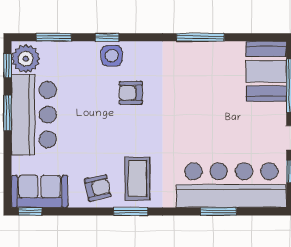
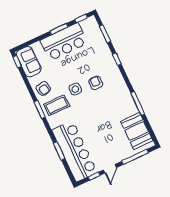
side table: (112, 56) -> (75, 89), moved
plant: (26, 59) -> (89, 25), removed
booth: (266, 71) -> (137, 131), moved, turned 90

